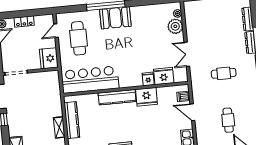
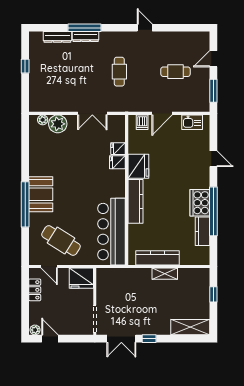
locker: (24, 22) -> (35, 290), moved
cafe table: (79, 38) -> (61, 241), turned 32
fridge: (164, 76) -> (118, 149), width x0.53, depth x0.75

